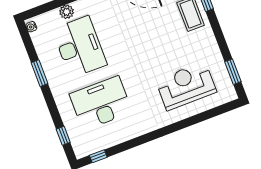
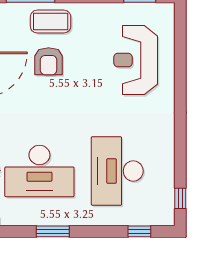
armchair: (161, 23) -> (49, 61), added
desk: (79, 47) -> (39, 171), turned 180

